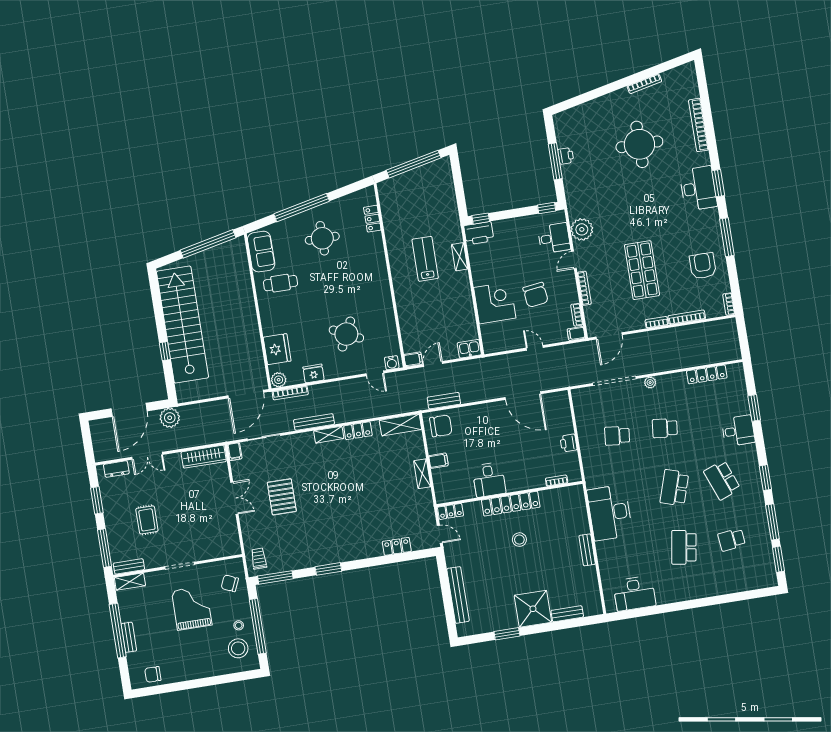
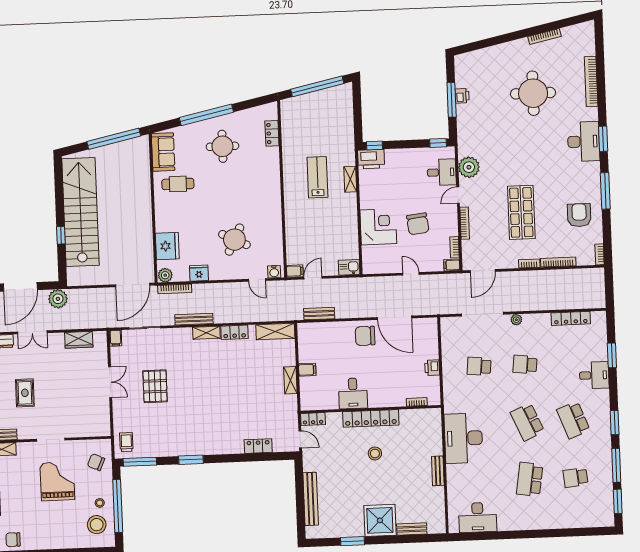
chair: (441, 426) -> (365, 336), moved, turned 180
wardrobe: (204, 457) -> (79, 340), width x0.67
school desk: (674, 488) -> (527, 422), turned -42

